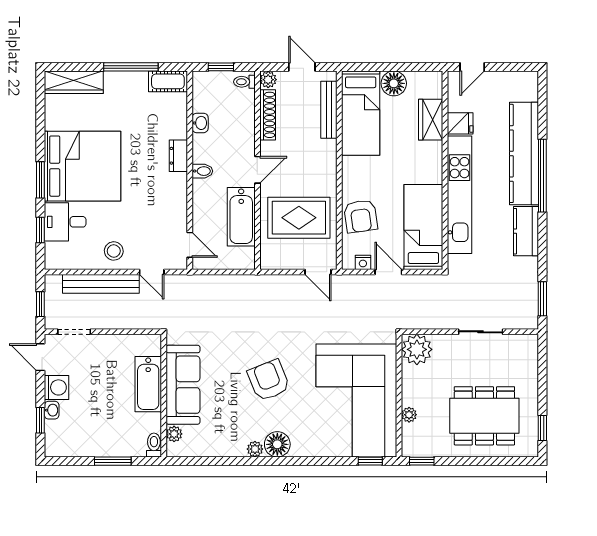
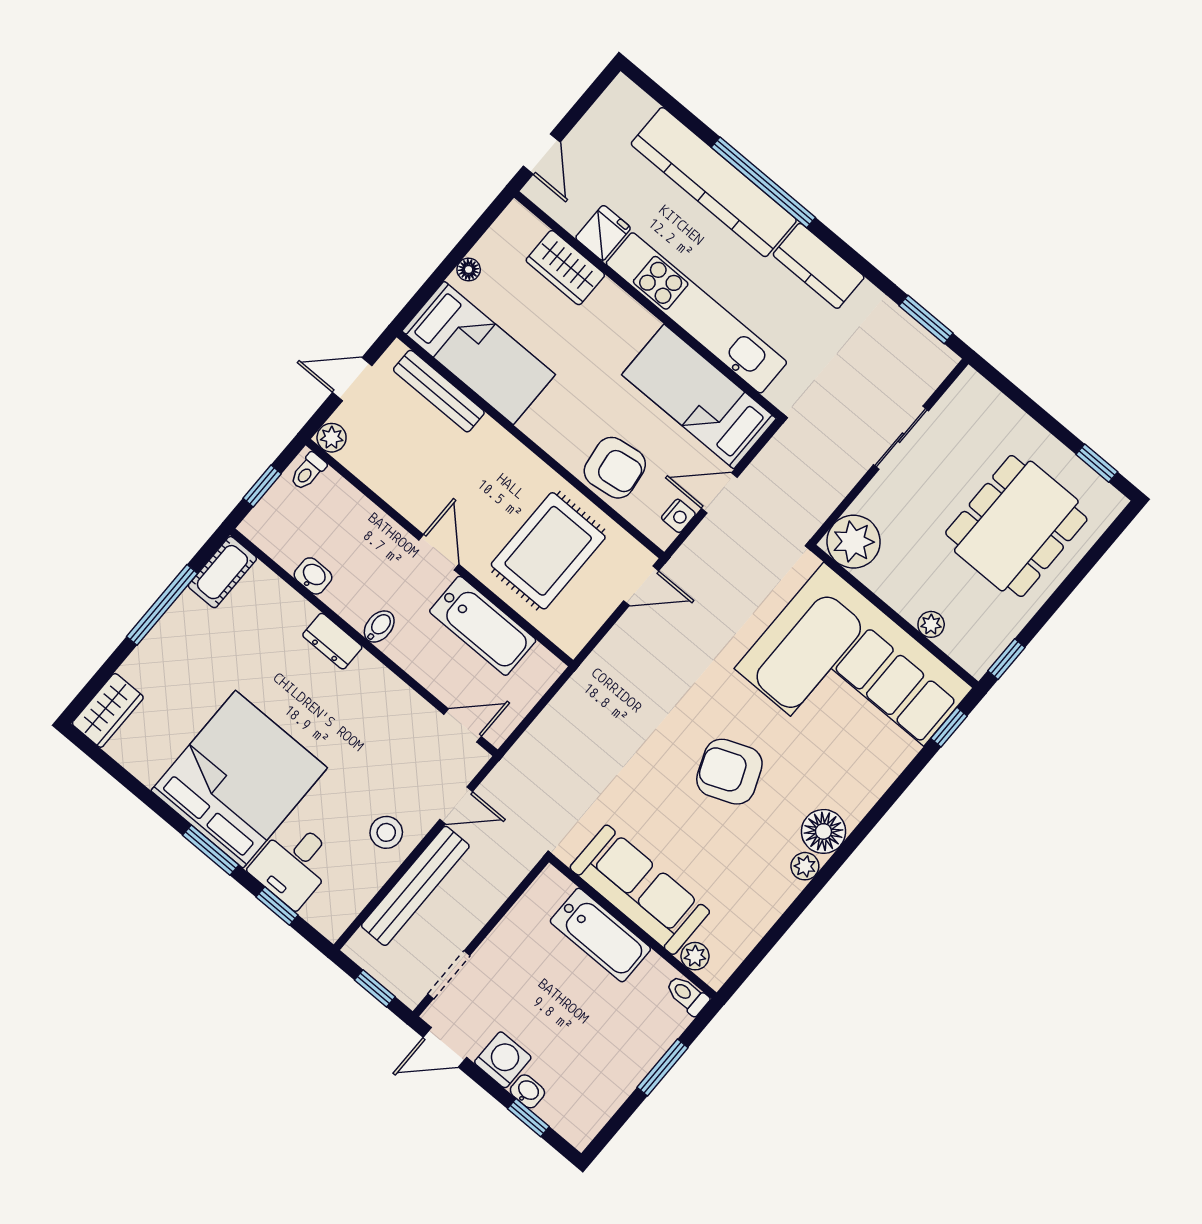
wardrobe: (74, 82) -> (108, 710), width x0.67
floor lamp: (394, 83) -> (469, 270), width x0.53, depth x0.53
shoe rack: (268, 115) -> (378, 478), removed

